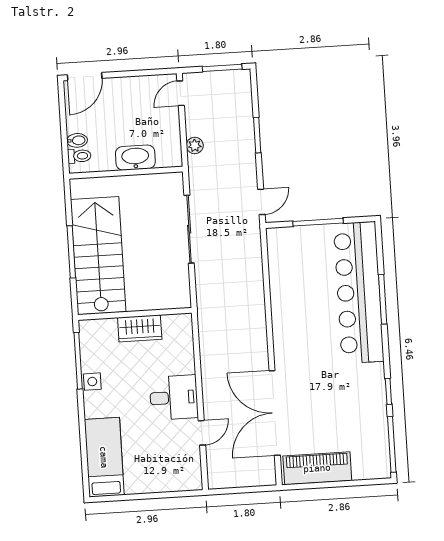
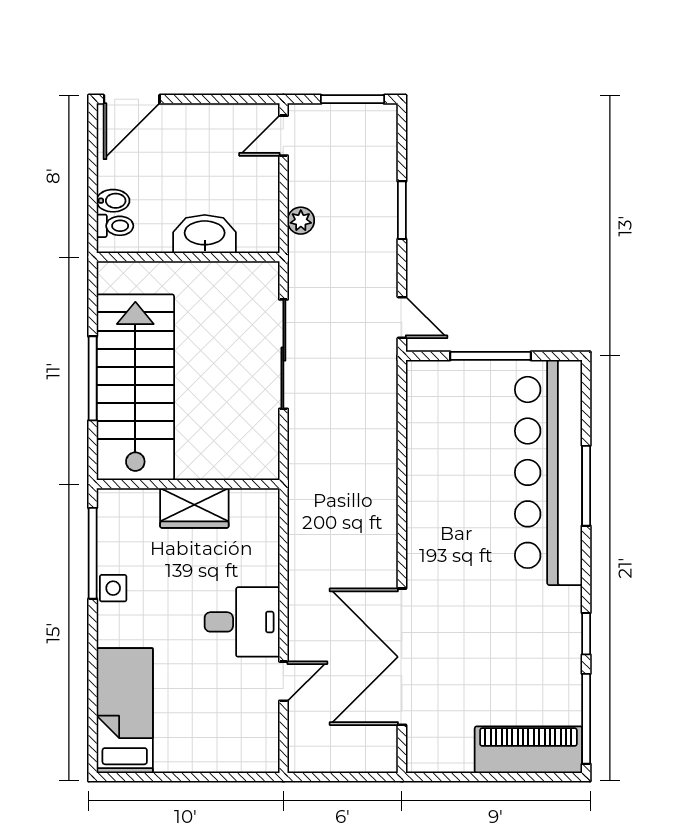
door: (261, 202) -> (402, 317), hinge flipped
piano: (317, 468) -> (528, 750), moved

